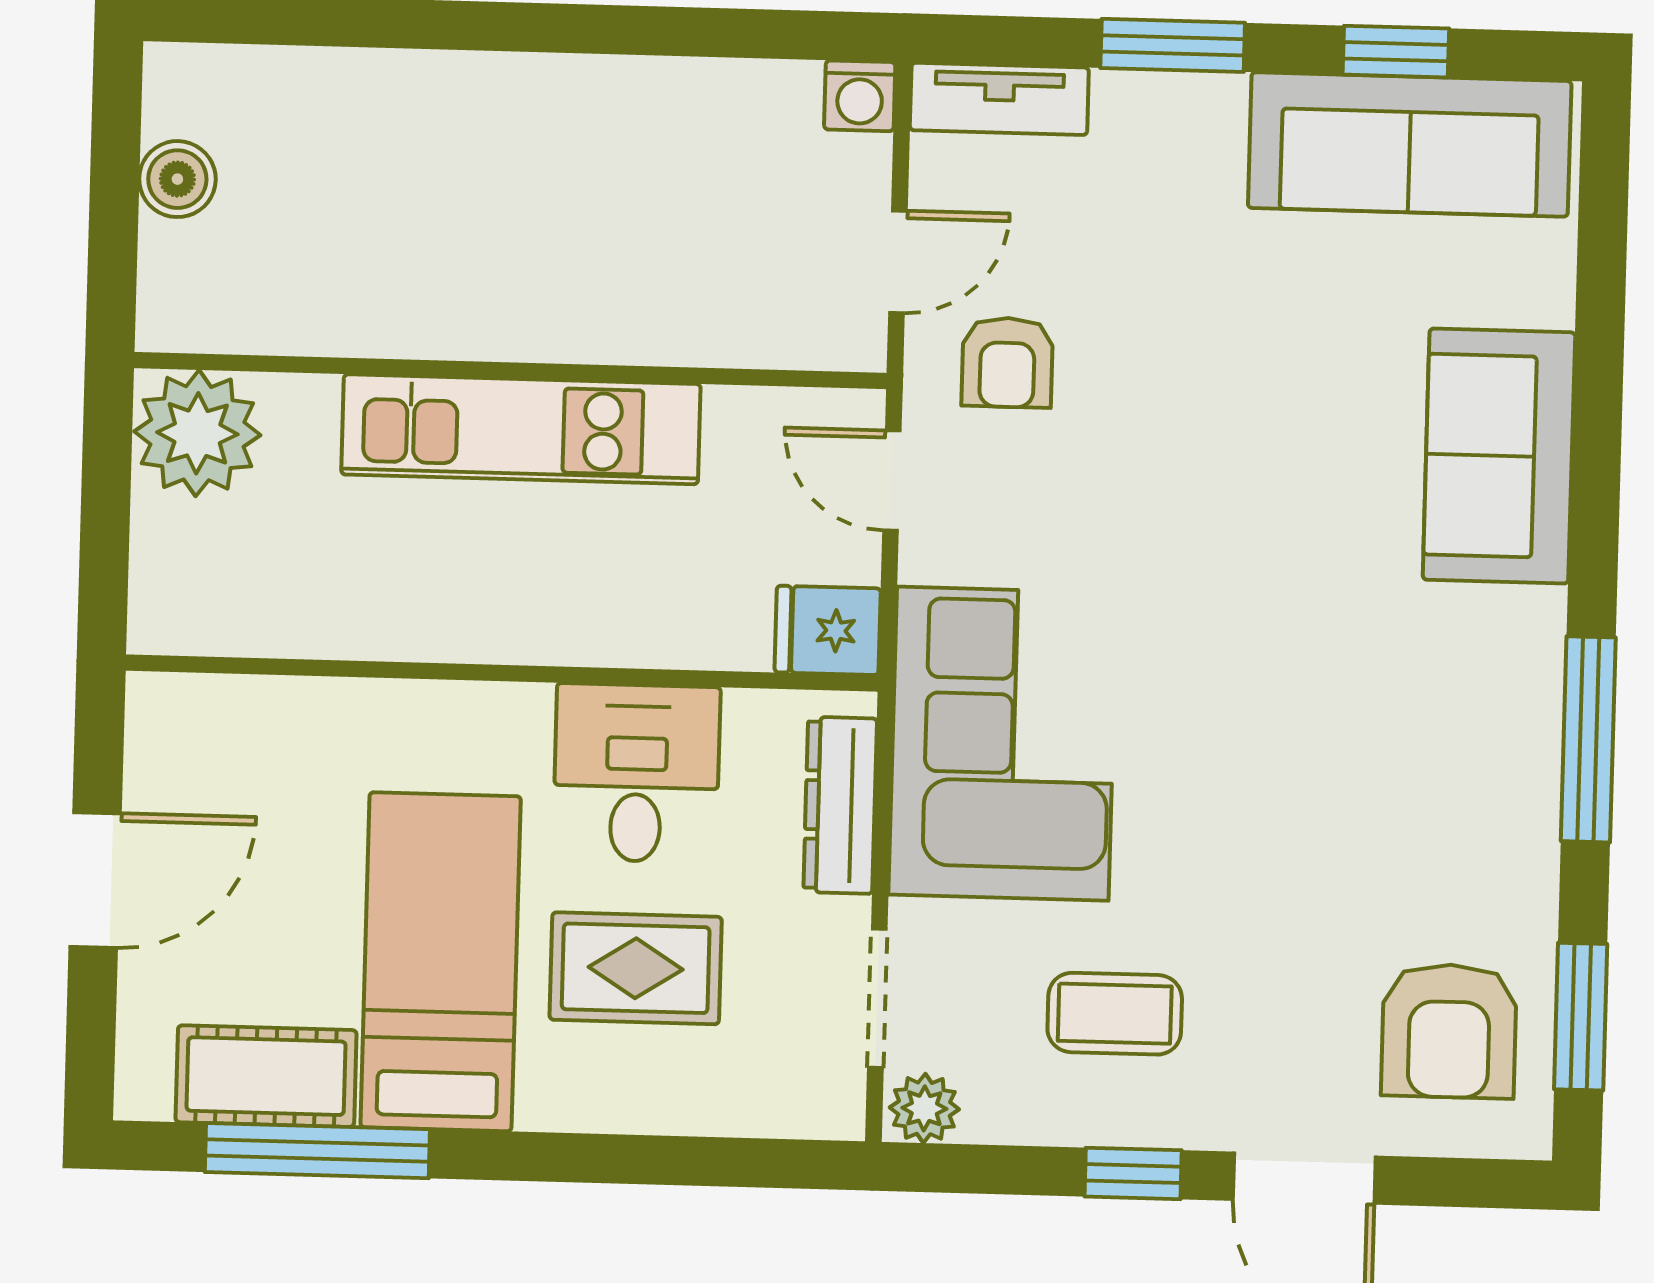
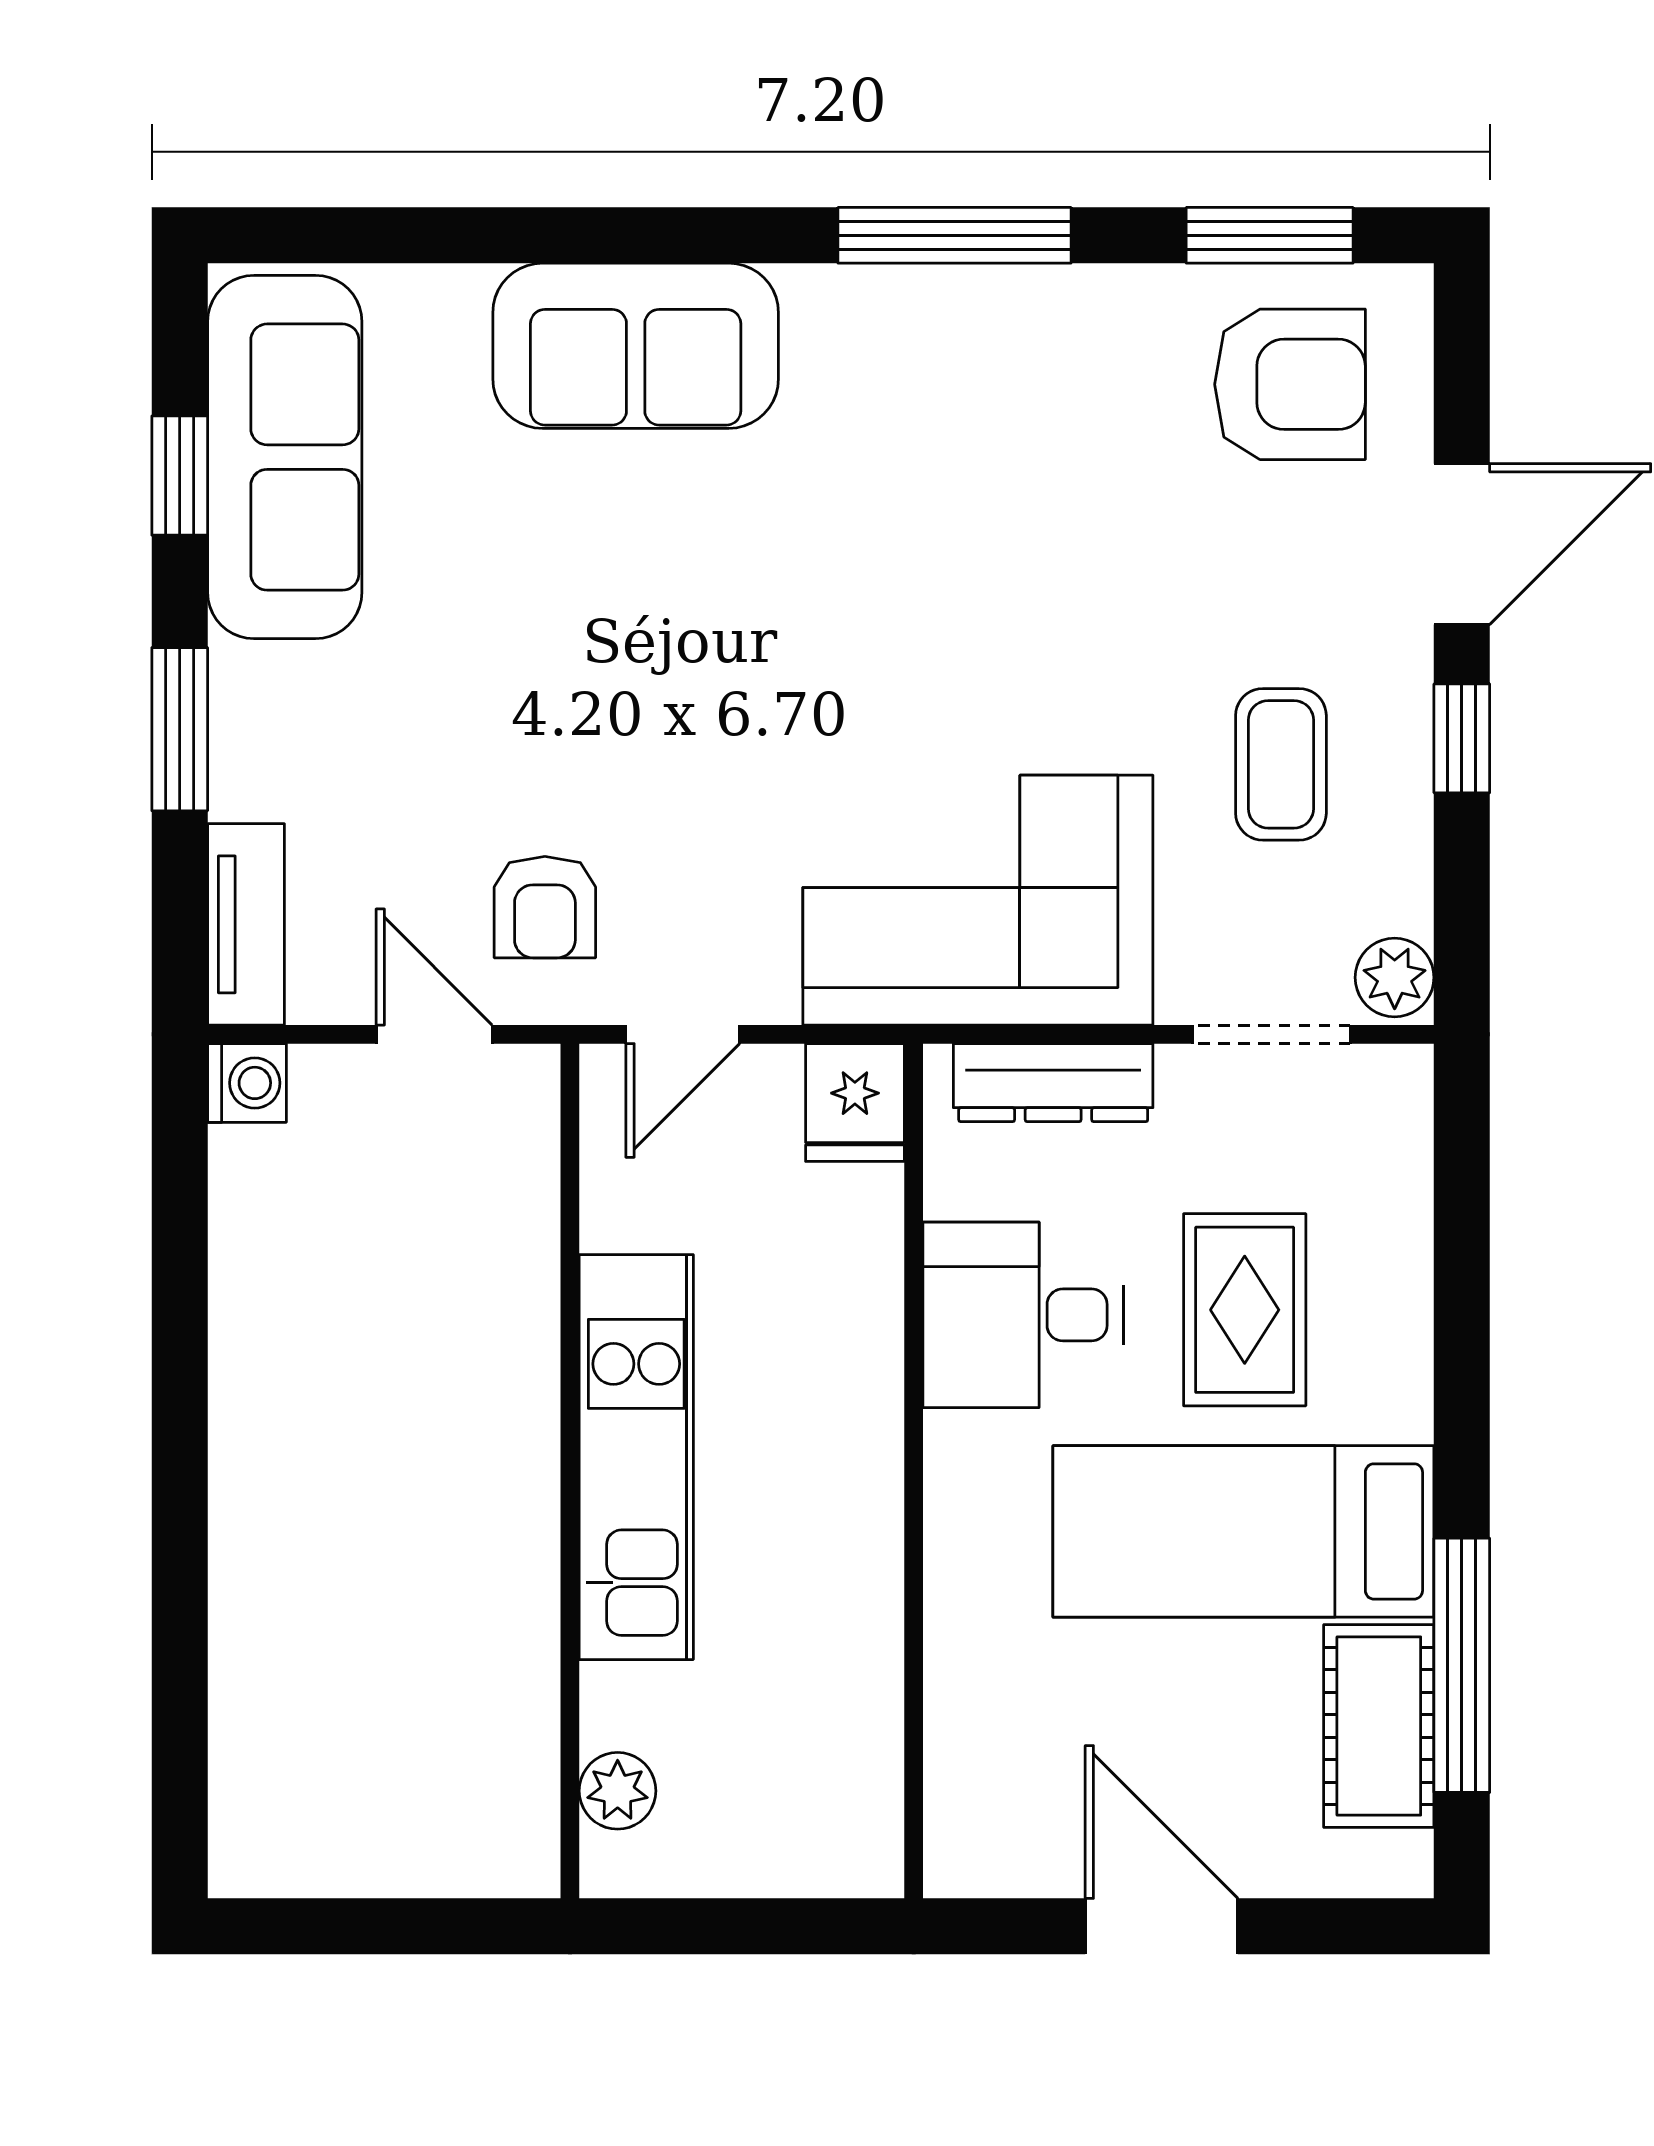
boiler: (177, 179) -> (363, 1855), removed
armchair: (1007, 362) -> (545, 907), turned 90
plant: (197, 433) -> (618, 1791), width x0.53, depth x0.53

